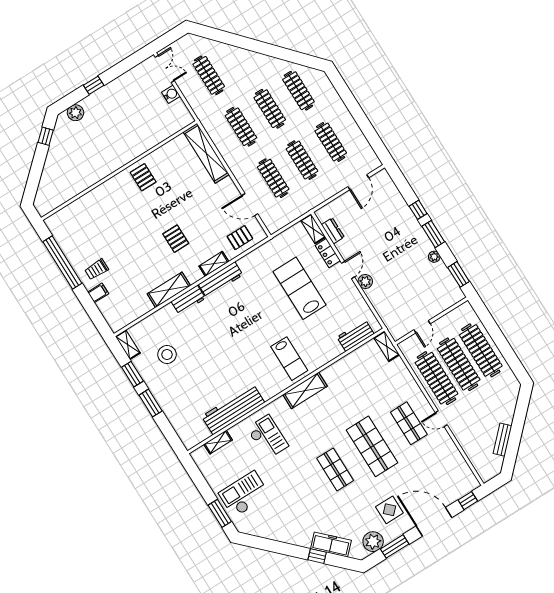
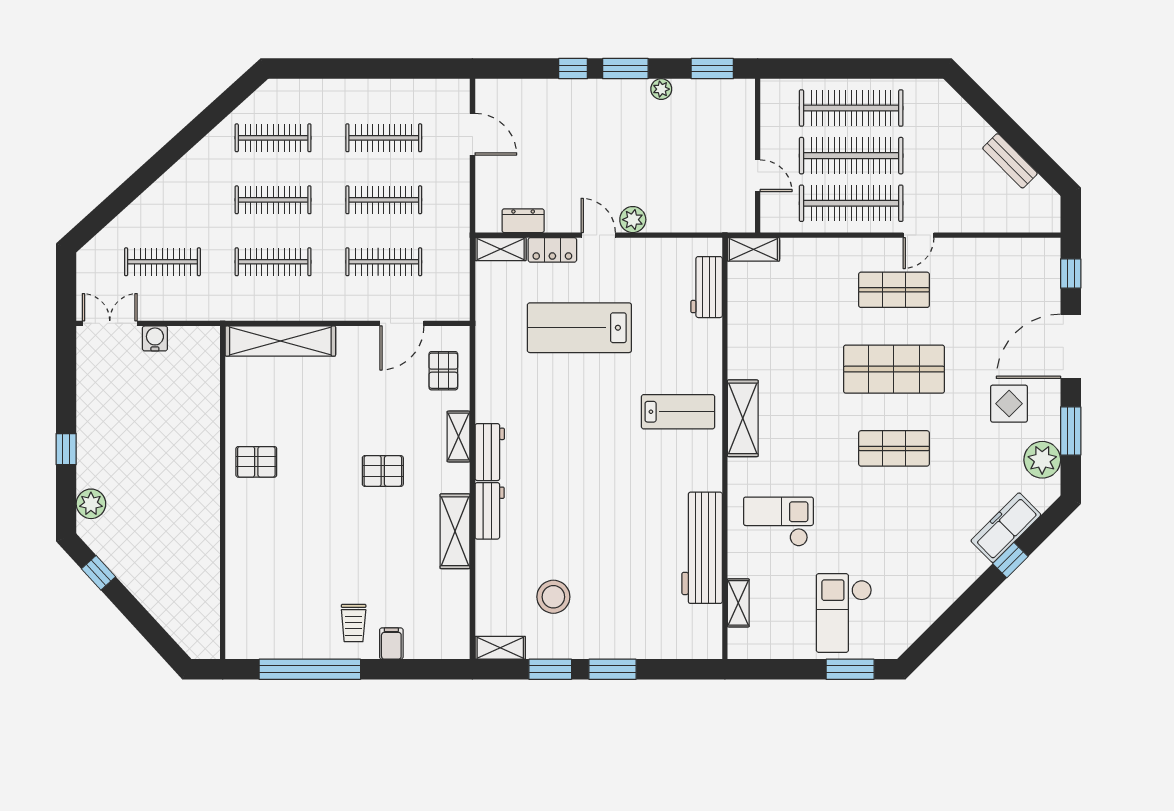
workbench: (221, 280) -> (490, 452), width x0.73

